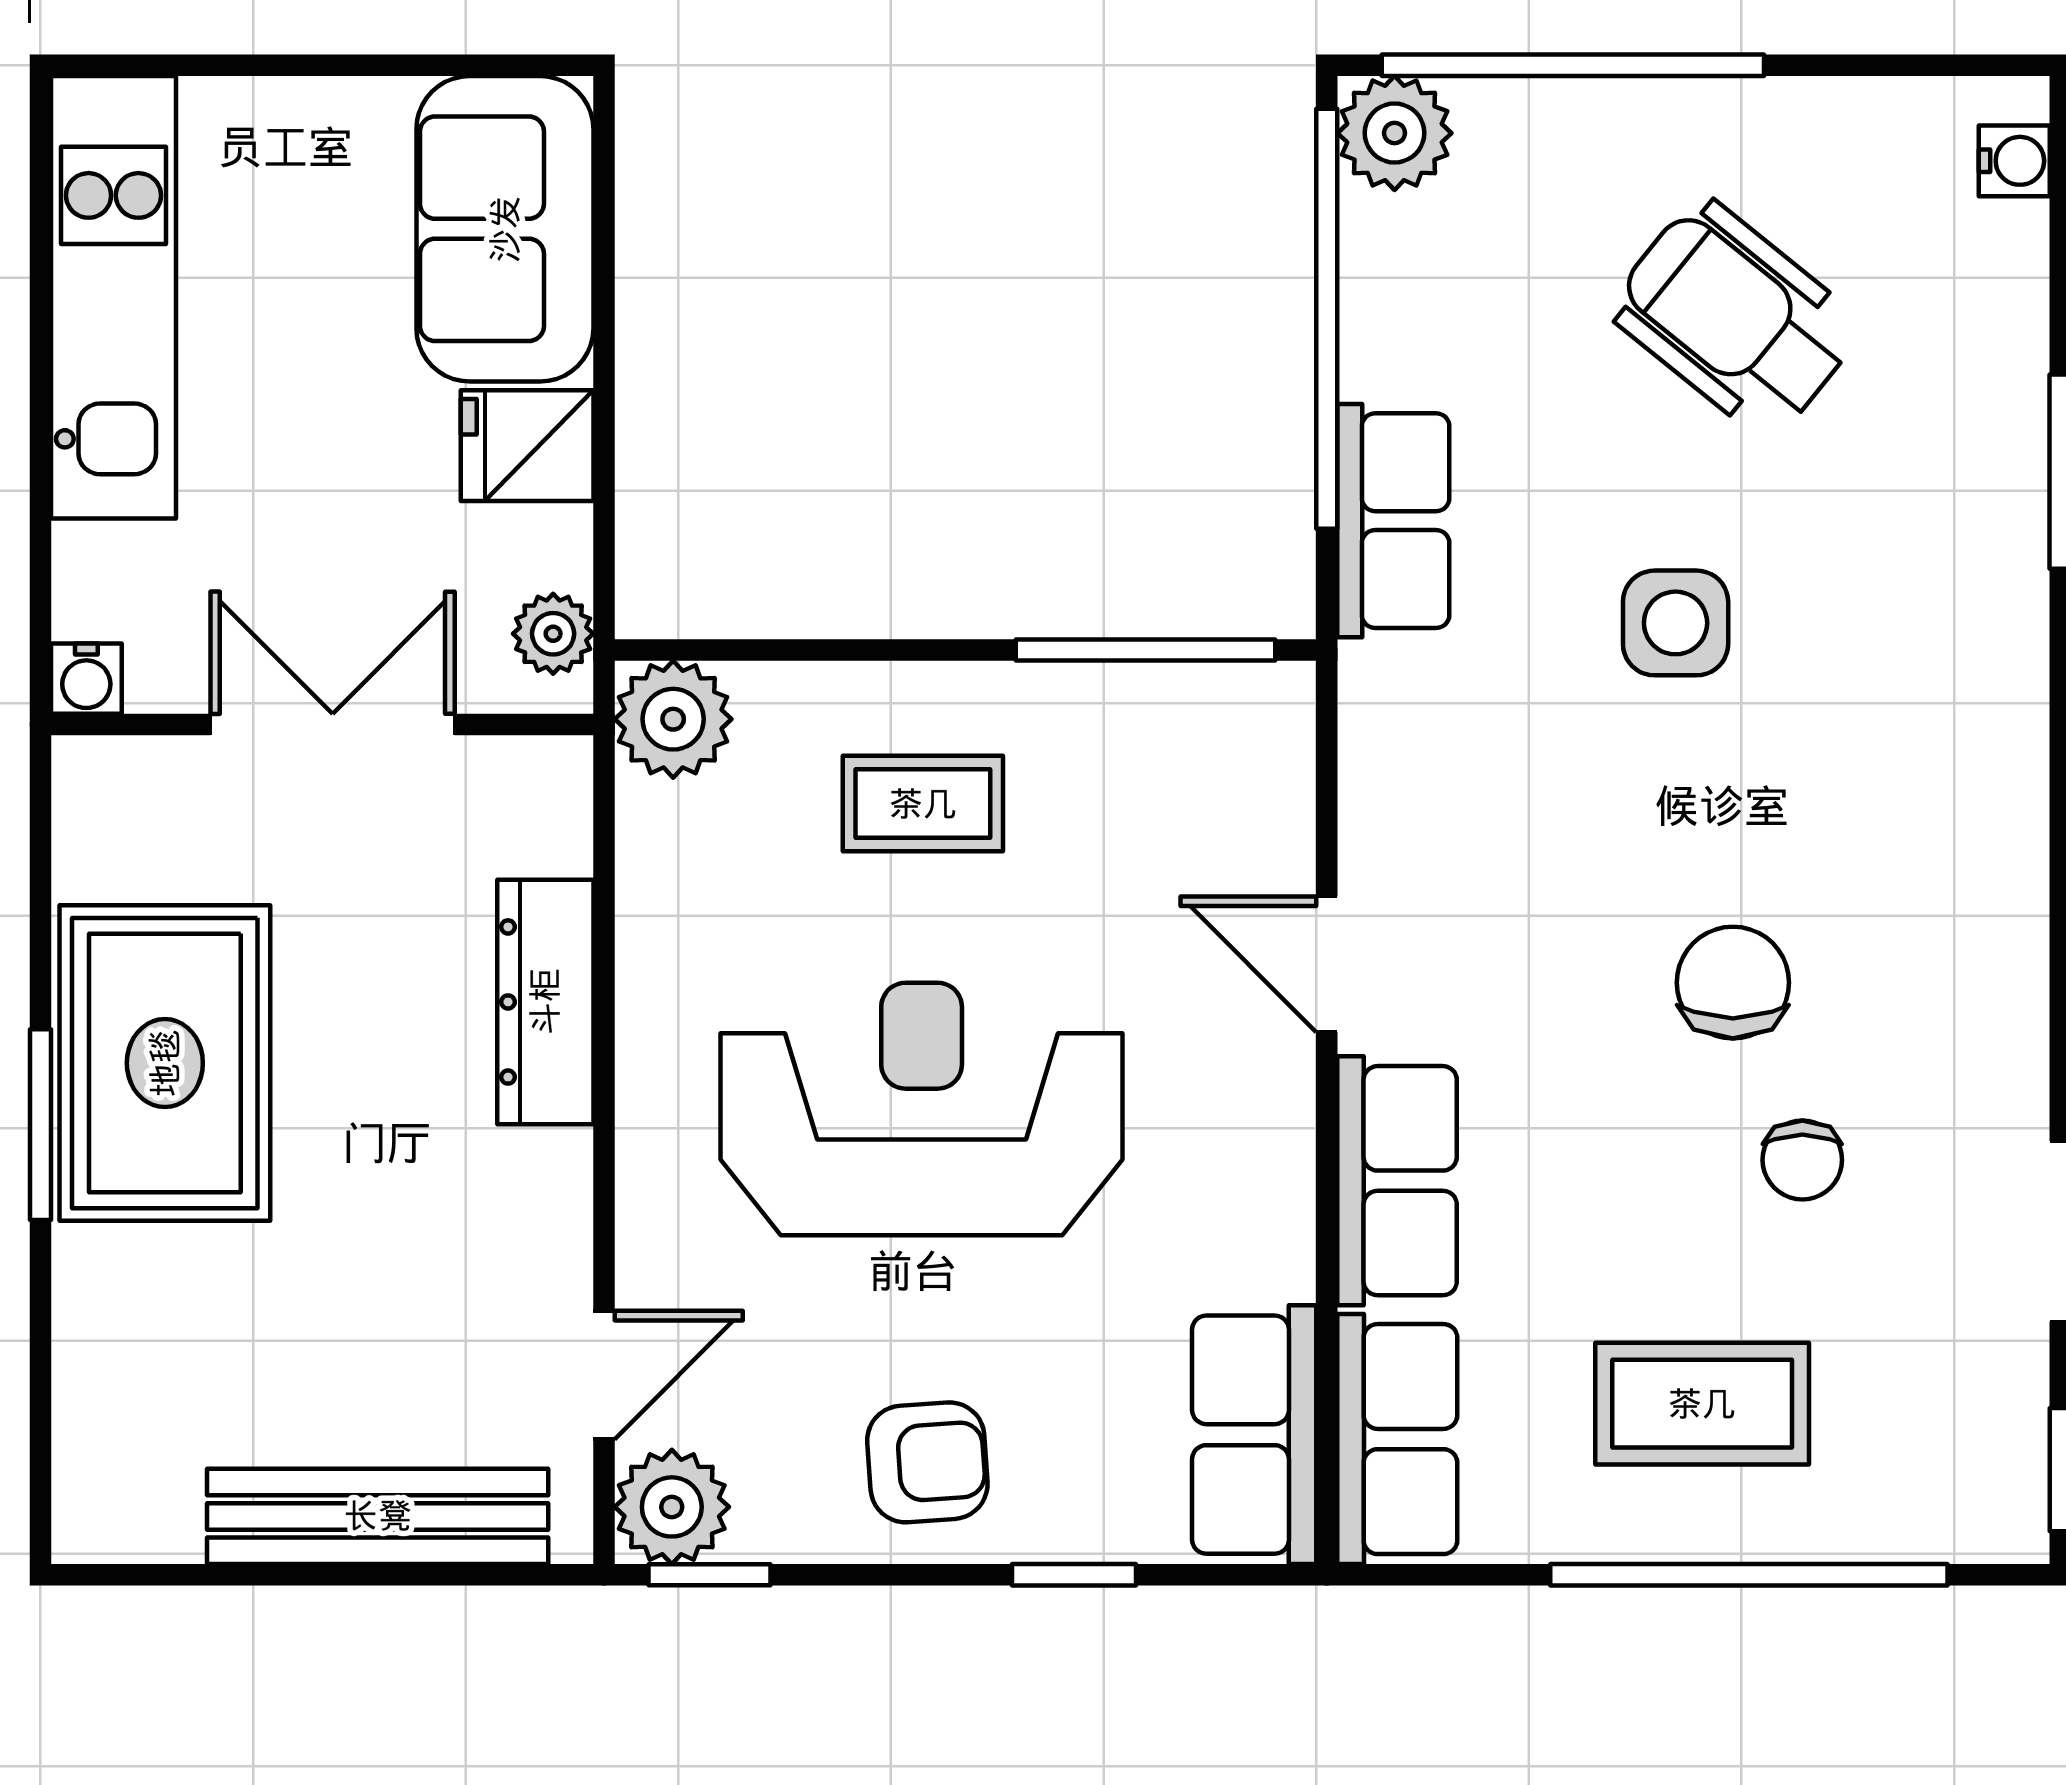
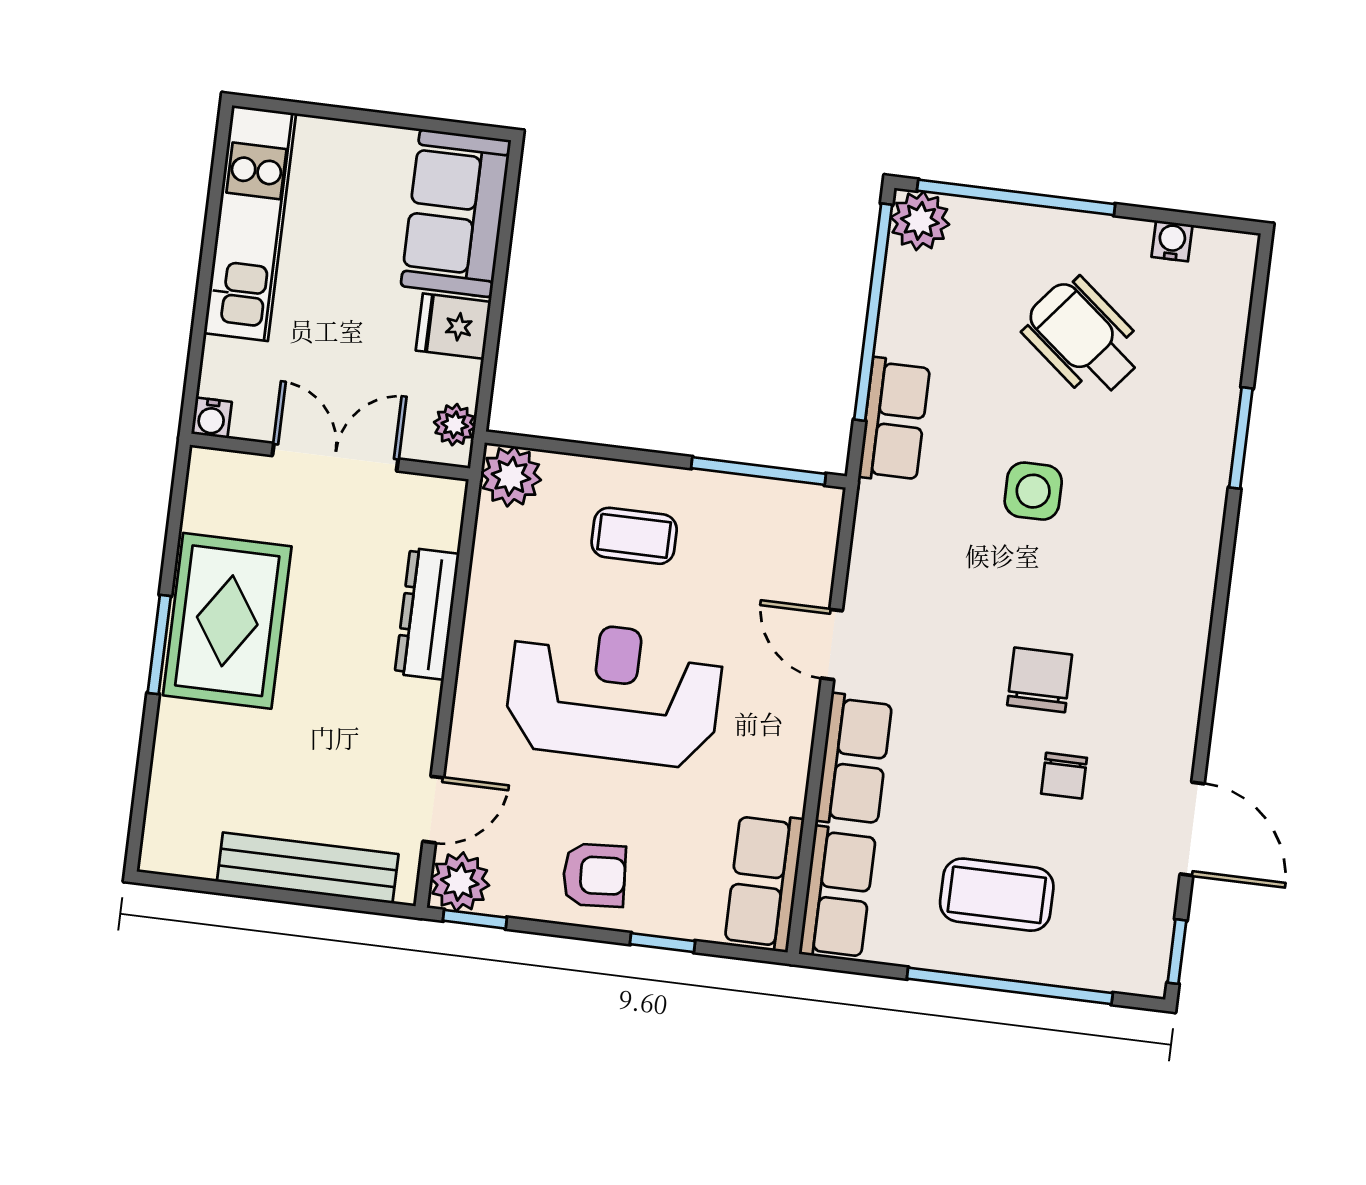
water cooler: (2014, 161) -> (1172, 241), moved, turned -90

